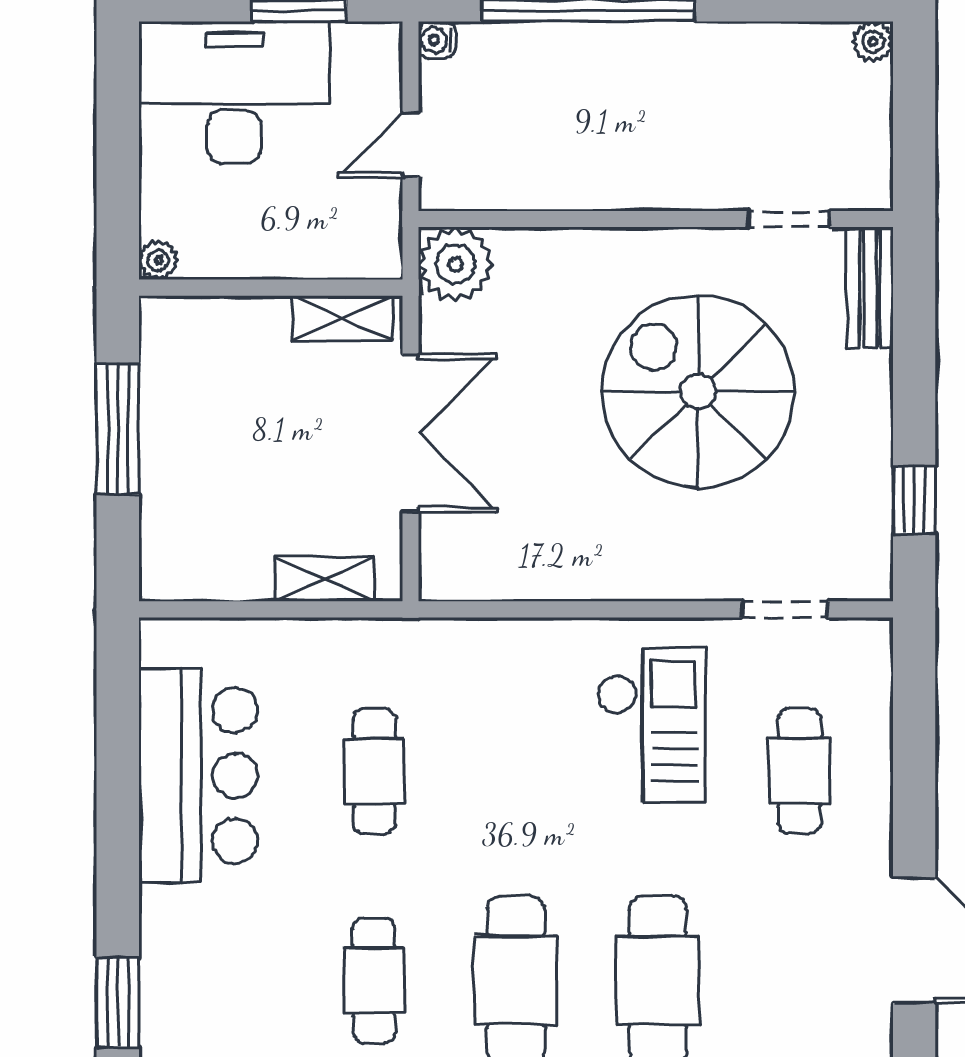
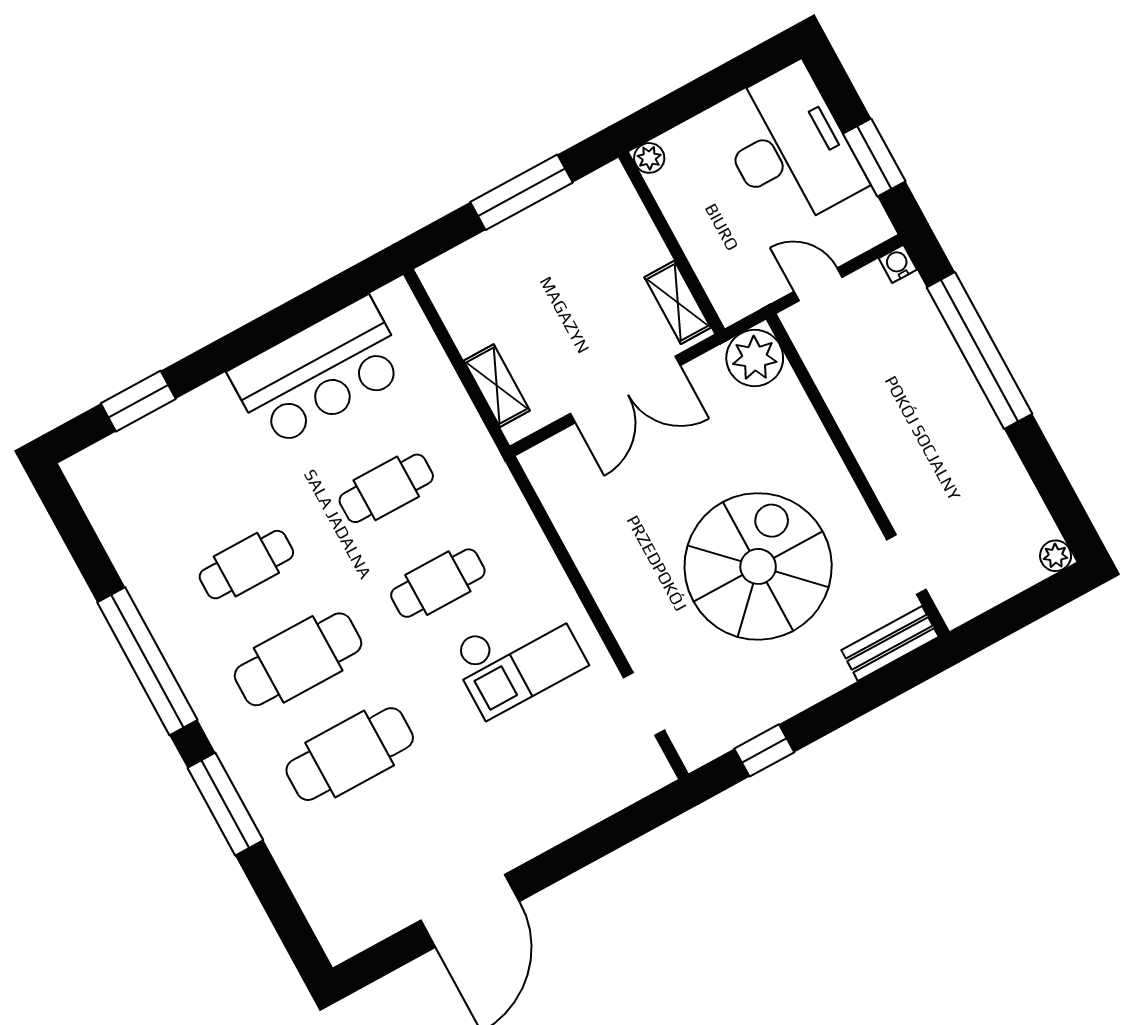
cafe table: (799, 771) -> (438, 583), moved

